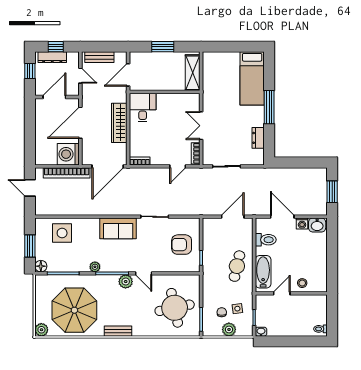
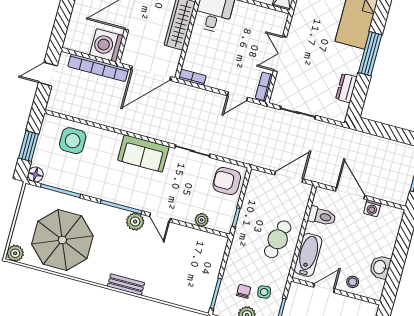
door: (30, 188) -> (48, 74), hinge flipped
washbasin: (317, 225) -> (380, 267), moved, turned 90
armchair: (182, 245) -> (227, 181), moved
plant: (95, 267) -> (202, 220), moved
round table: (175, 308) -> (187, 270), removed
bench: (118, 331) -> (126, 285), moved

